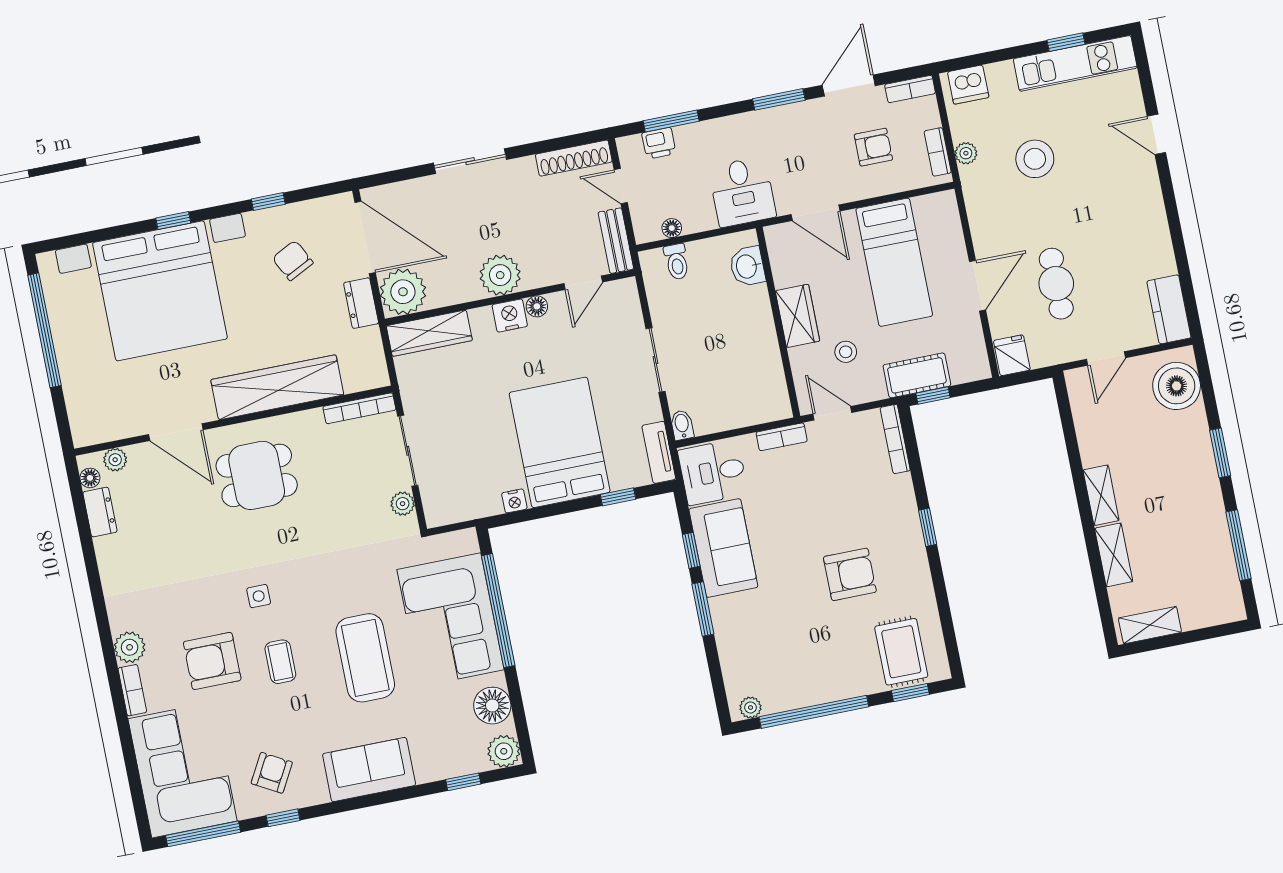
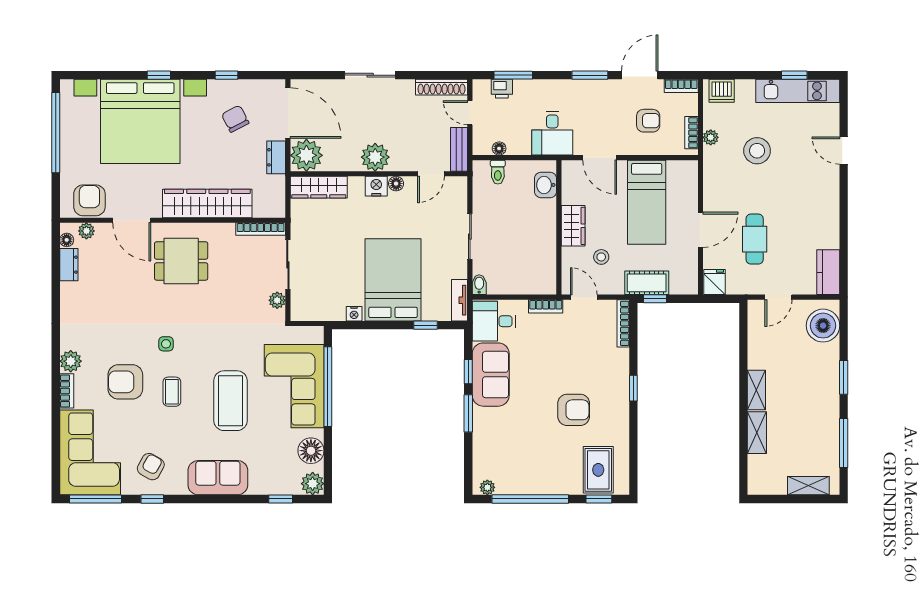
armchair: (111, 416) -> (89, 200), added
shelving: (1150, 625) -> (808, 486), moved

